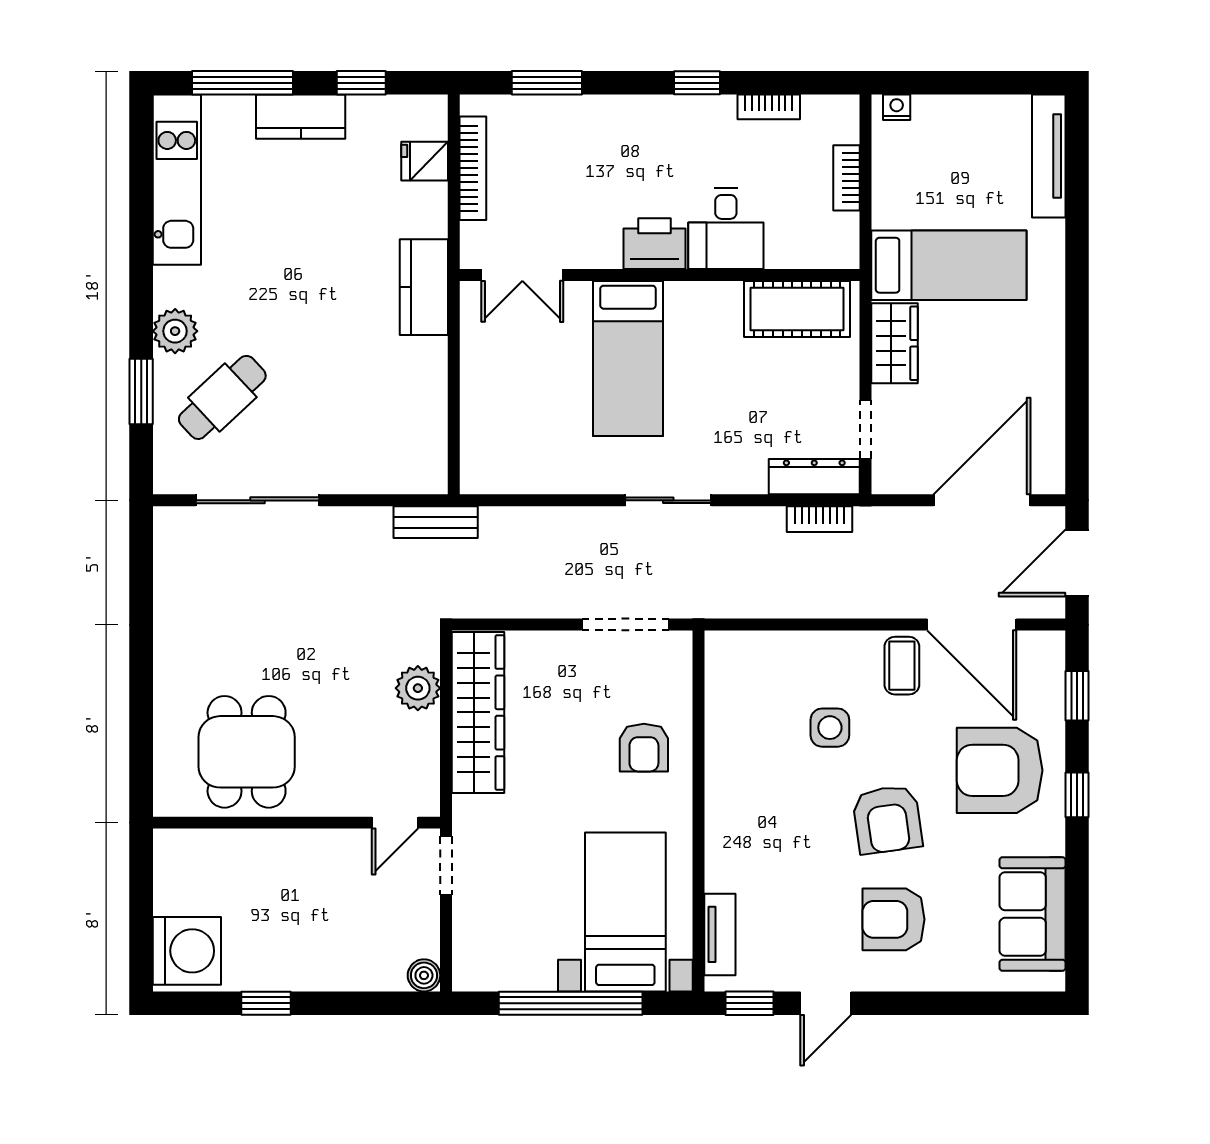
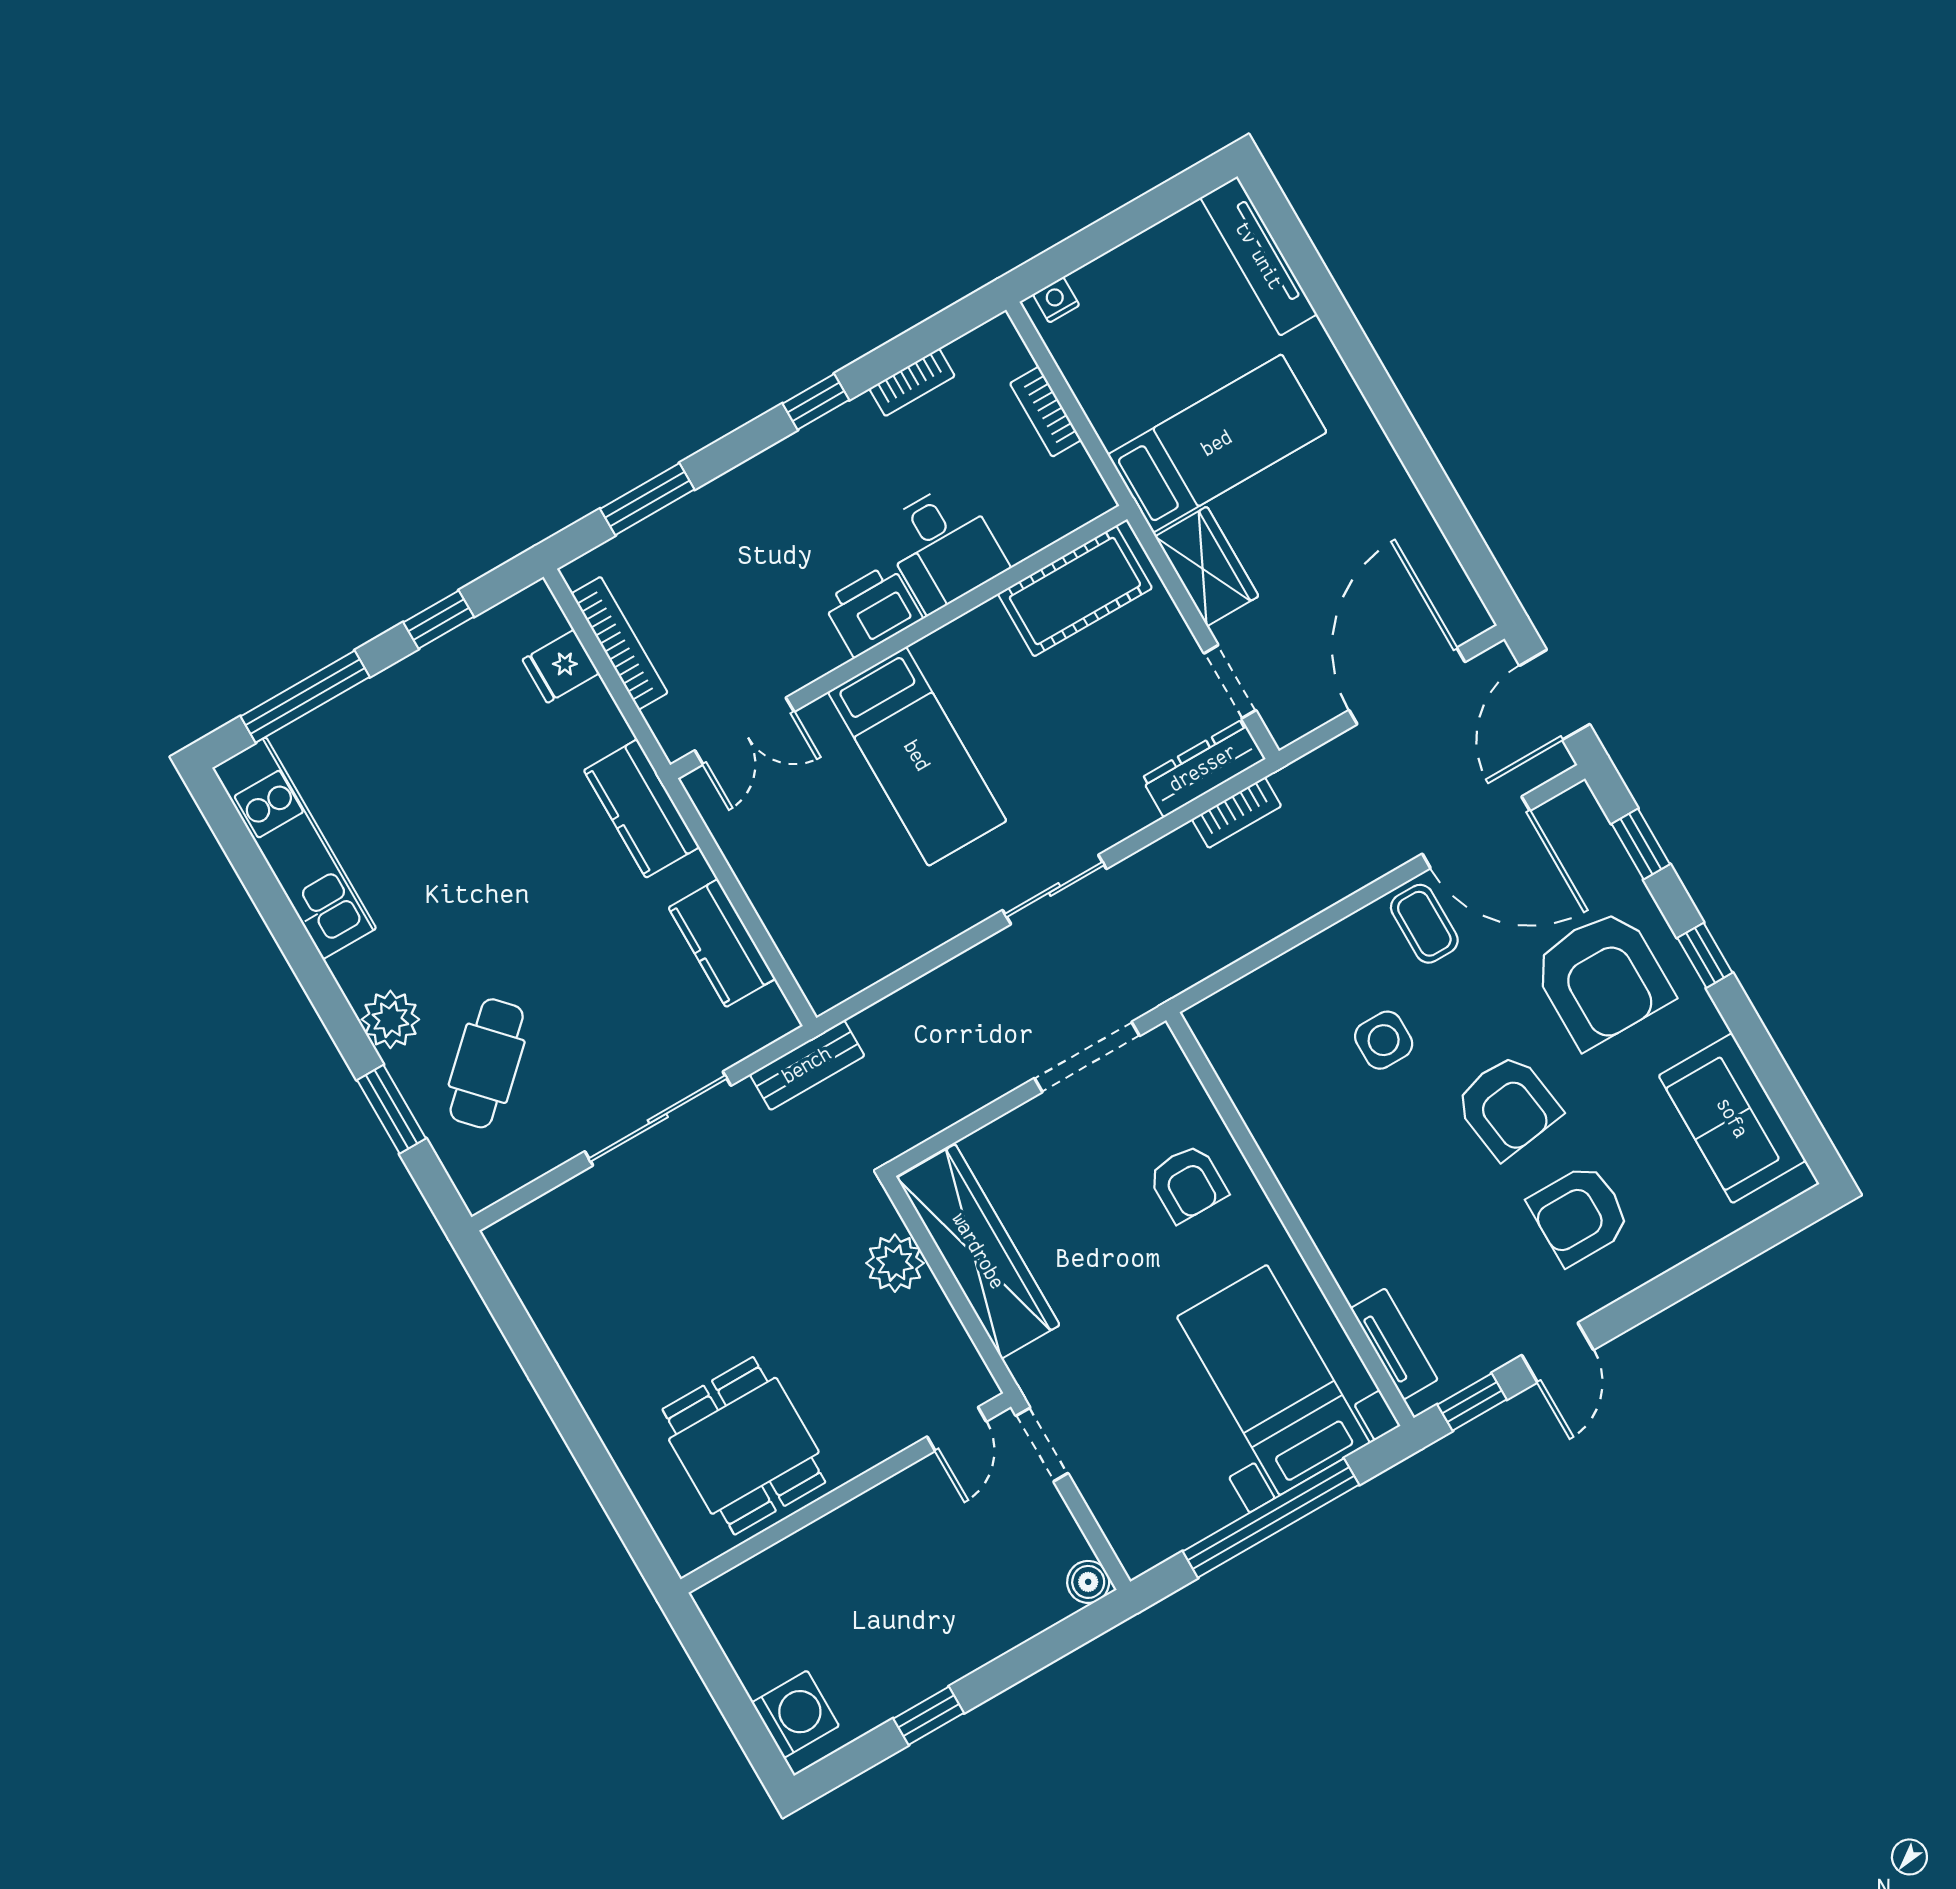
kitchen counter: (301, 117) -> (722, 943), moved, turned 90
sliding door: (258, 500) -> (658, 1119), moved
armchair: (1000, 770) -> (1602, 978), turned -90
washing machine: (187, 951) -> (795, 1714), width x0.73, depth x0.73

